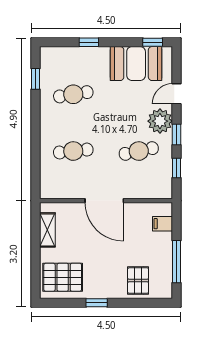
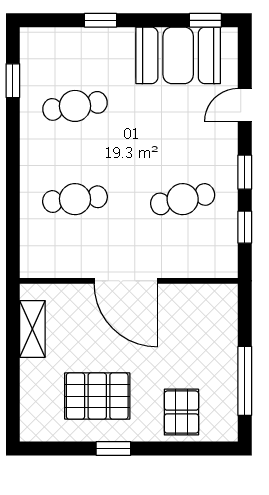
plant: (160, 121) -> (218, 150), removed
filing cabinet: (163, 224) -> (222, 319), removed
pallet: (63, 277) -> (97, 396), moved

